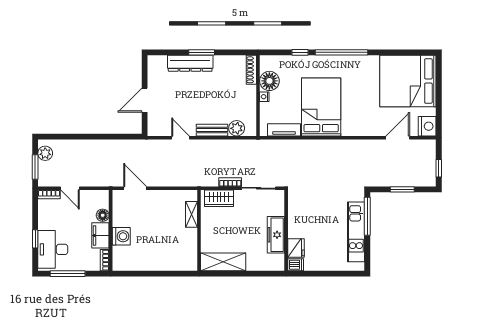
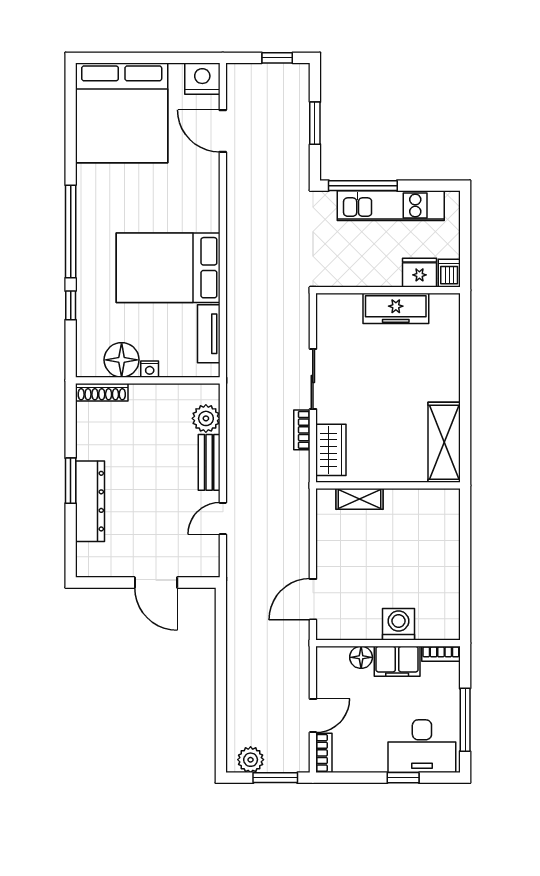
wall: (286, 230) -> (388, 290), moved
freezer: (276, 235) -> (396, 308), moved
fridge: (296, 248) -> (419, 273), moved
dishwasher: (296, 265) -> (449, 273), moved

